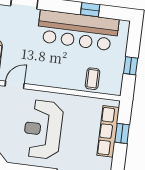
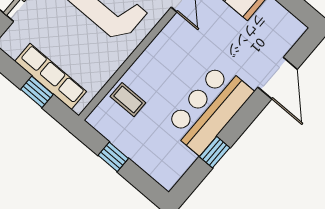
bar counter: (78, 30) -> (209, 109), width x0.73

